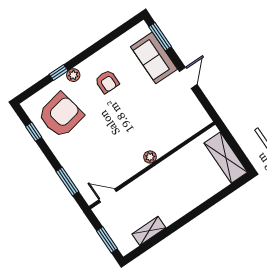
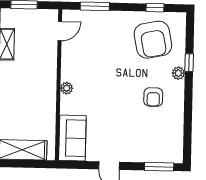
sofa: (154, 58) -> (72, 138), moved, turned 90
armchair: (107, 82) -> (153, 97), turned -90

